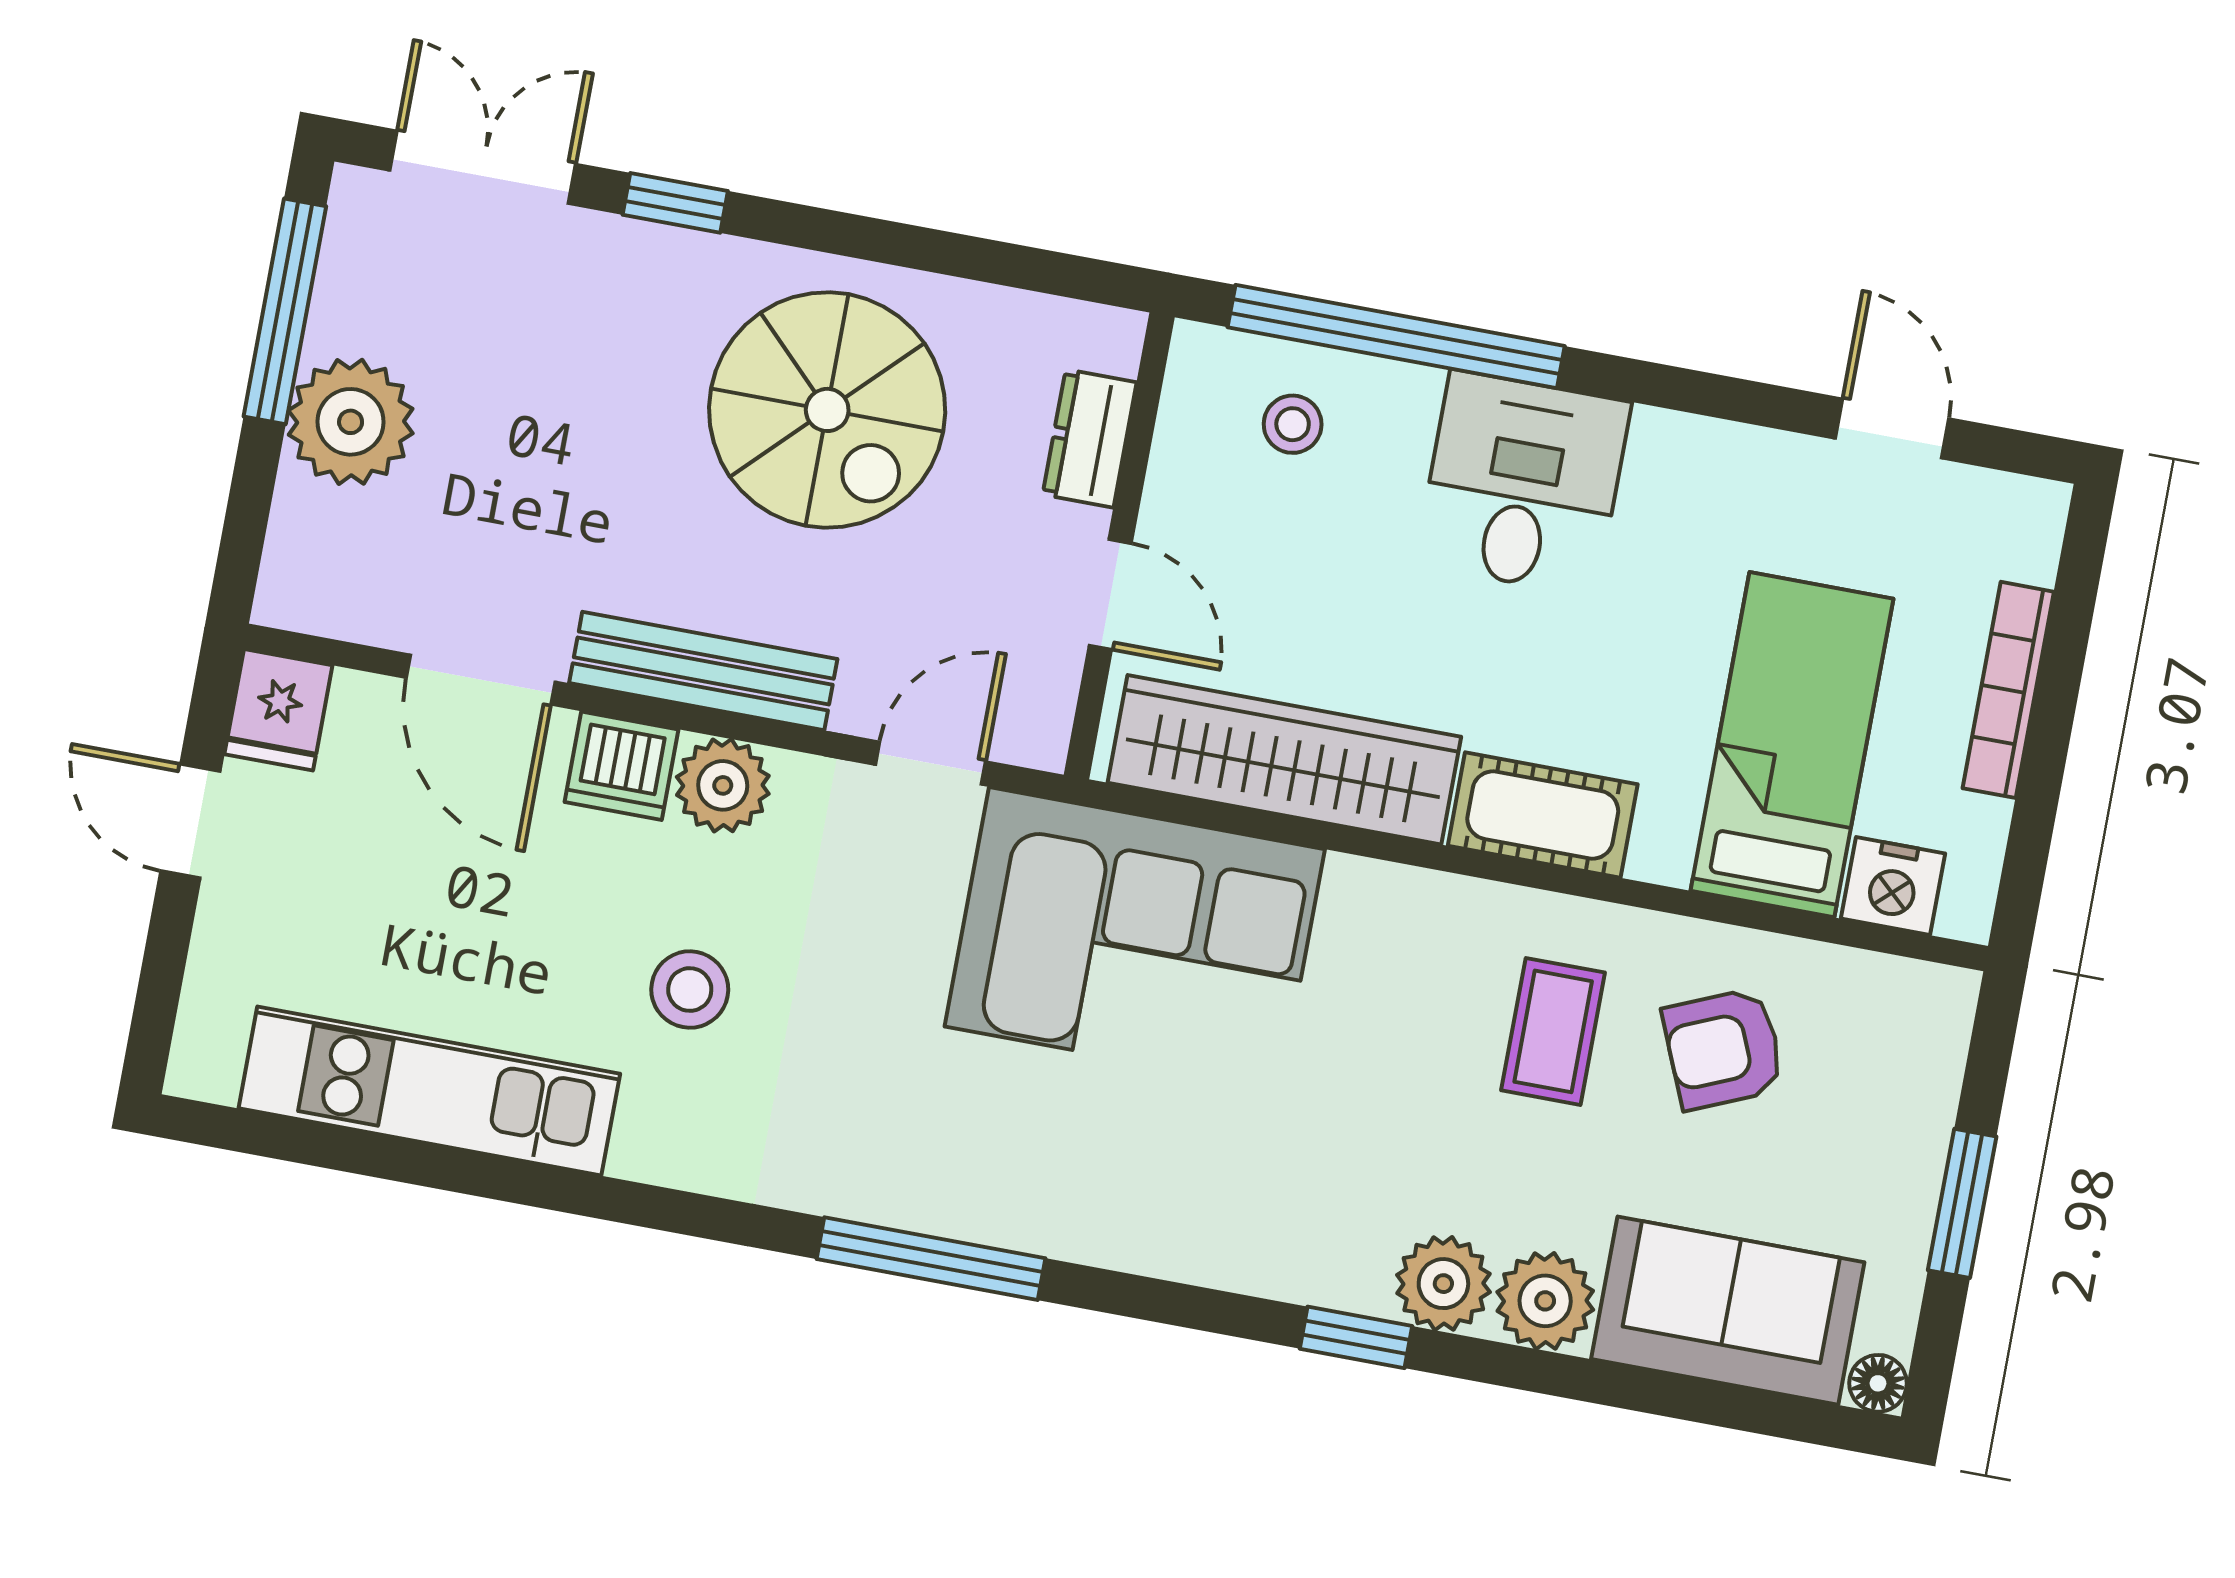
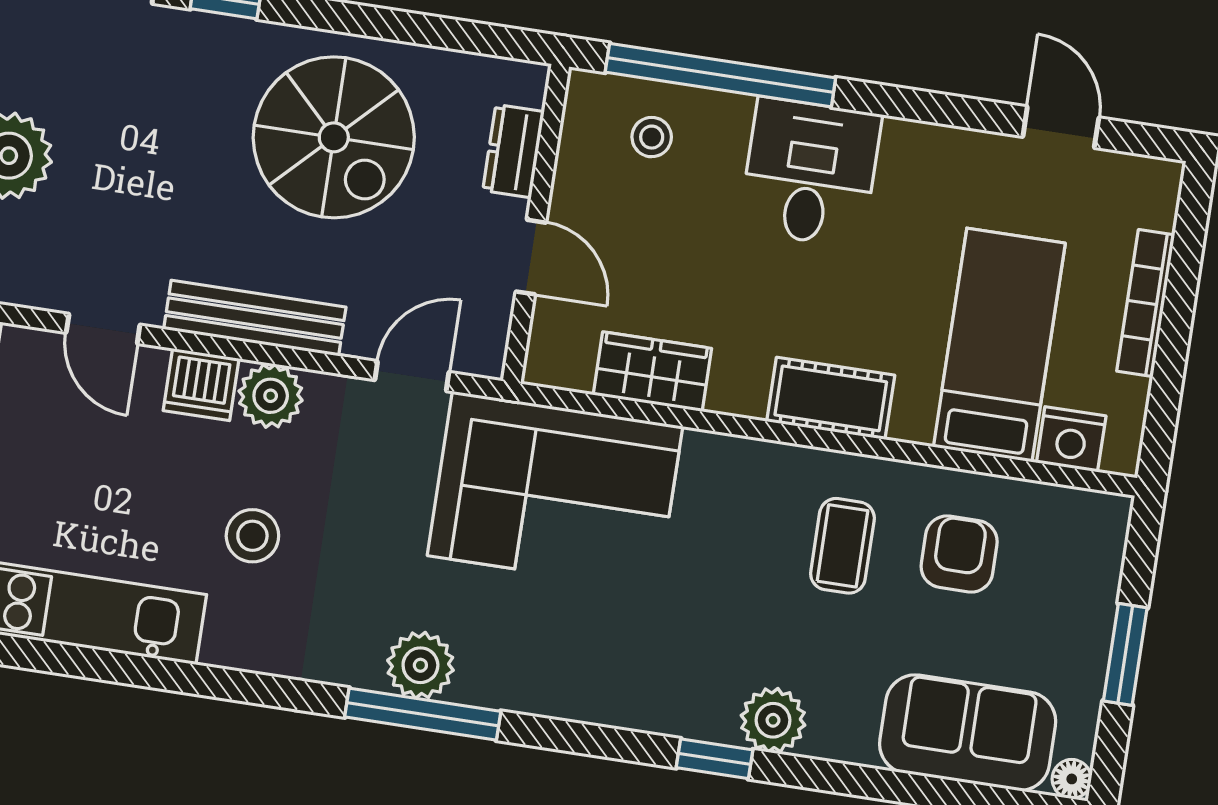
door: (481, 680) -> (103, 329), width x0.73
wardrobe: (1284, 760) -> (652, 372), width x0.48, depth x0.85
armchair: (1724, 1049) -> (959, 554), turned 113
plant: (1545, 1301) -> (420, 665), moved

